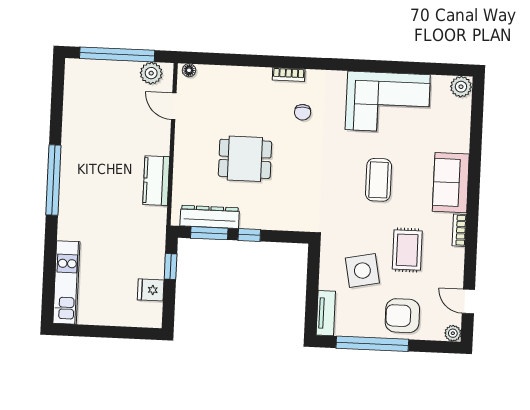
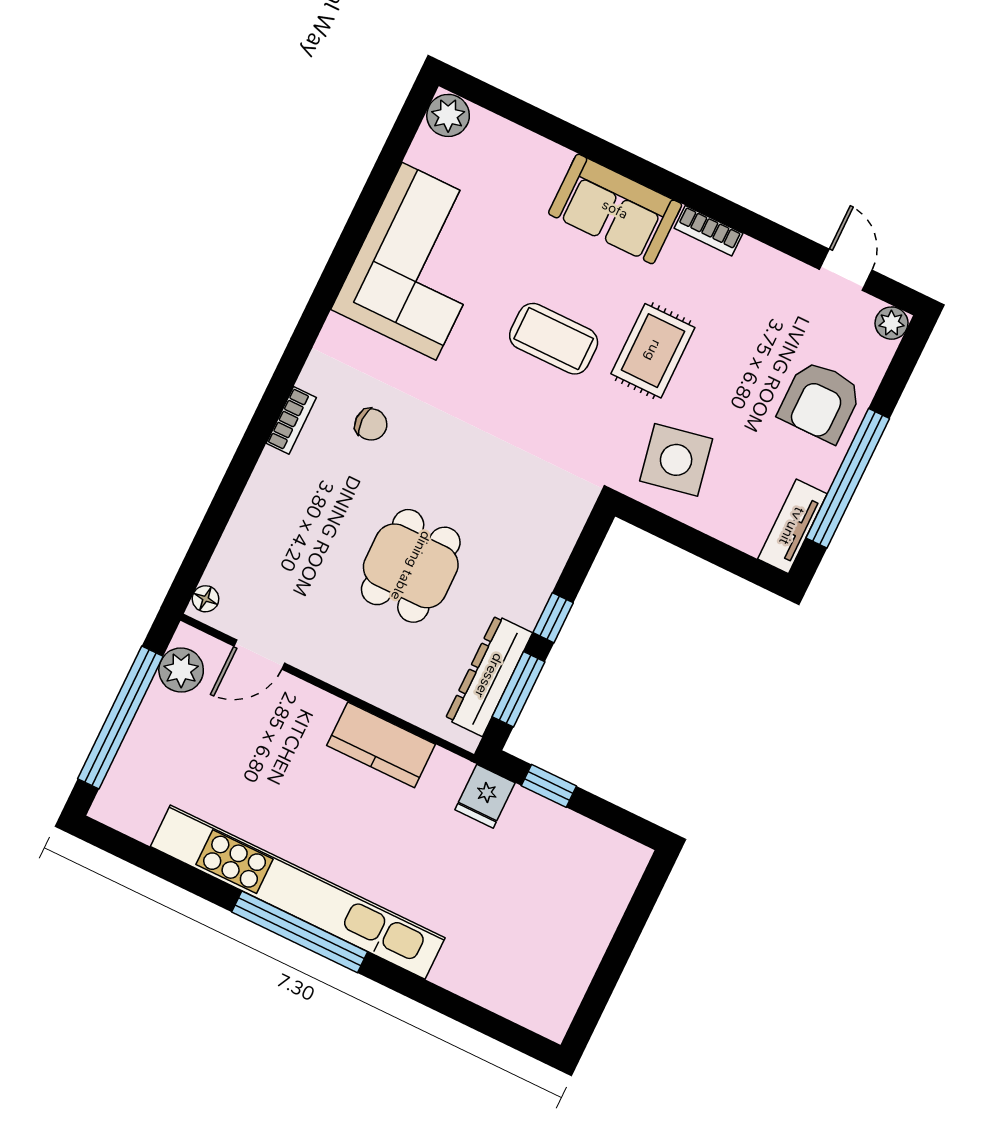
rug: (407, 250) -> (653, 351), moved, turned 90
side table: (362, 271) -> (676, 460), moved
kitchen unit: (66, 283) -> (298, 892), moved, width x1.86
fridge: (151, 290) -> (485, 796), moved
door: (468, 301) -> (846, 270), swing flipped
tv unit: (326, 313) -> (792, 526), moved, turned -90

